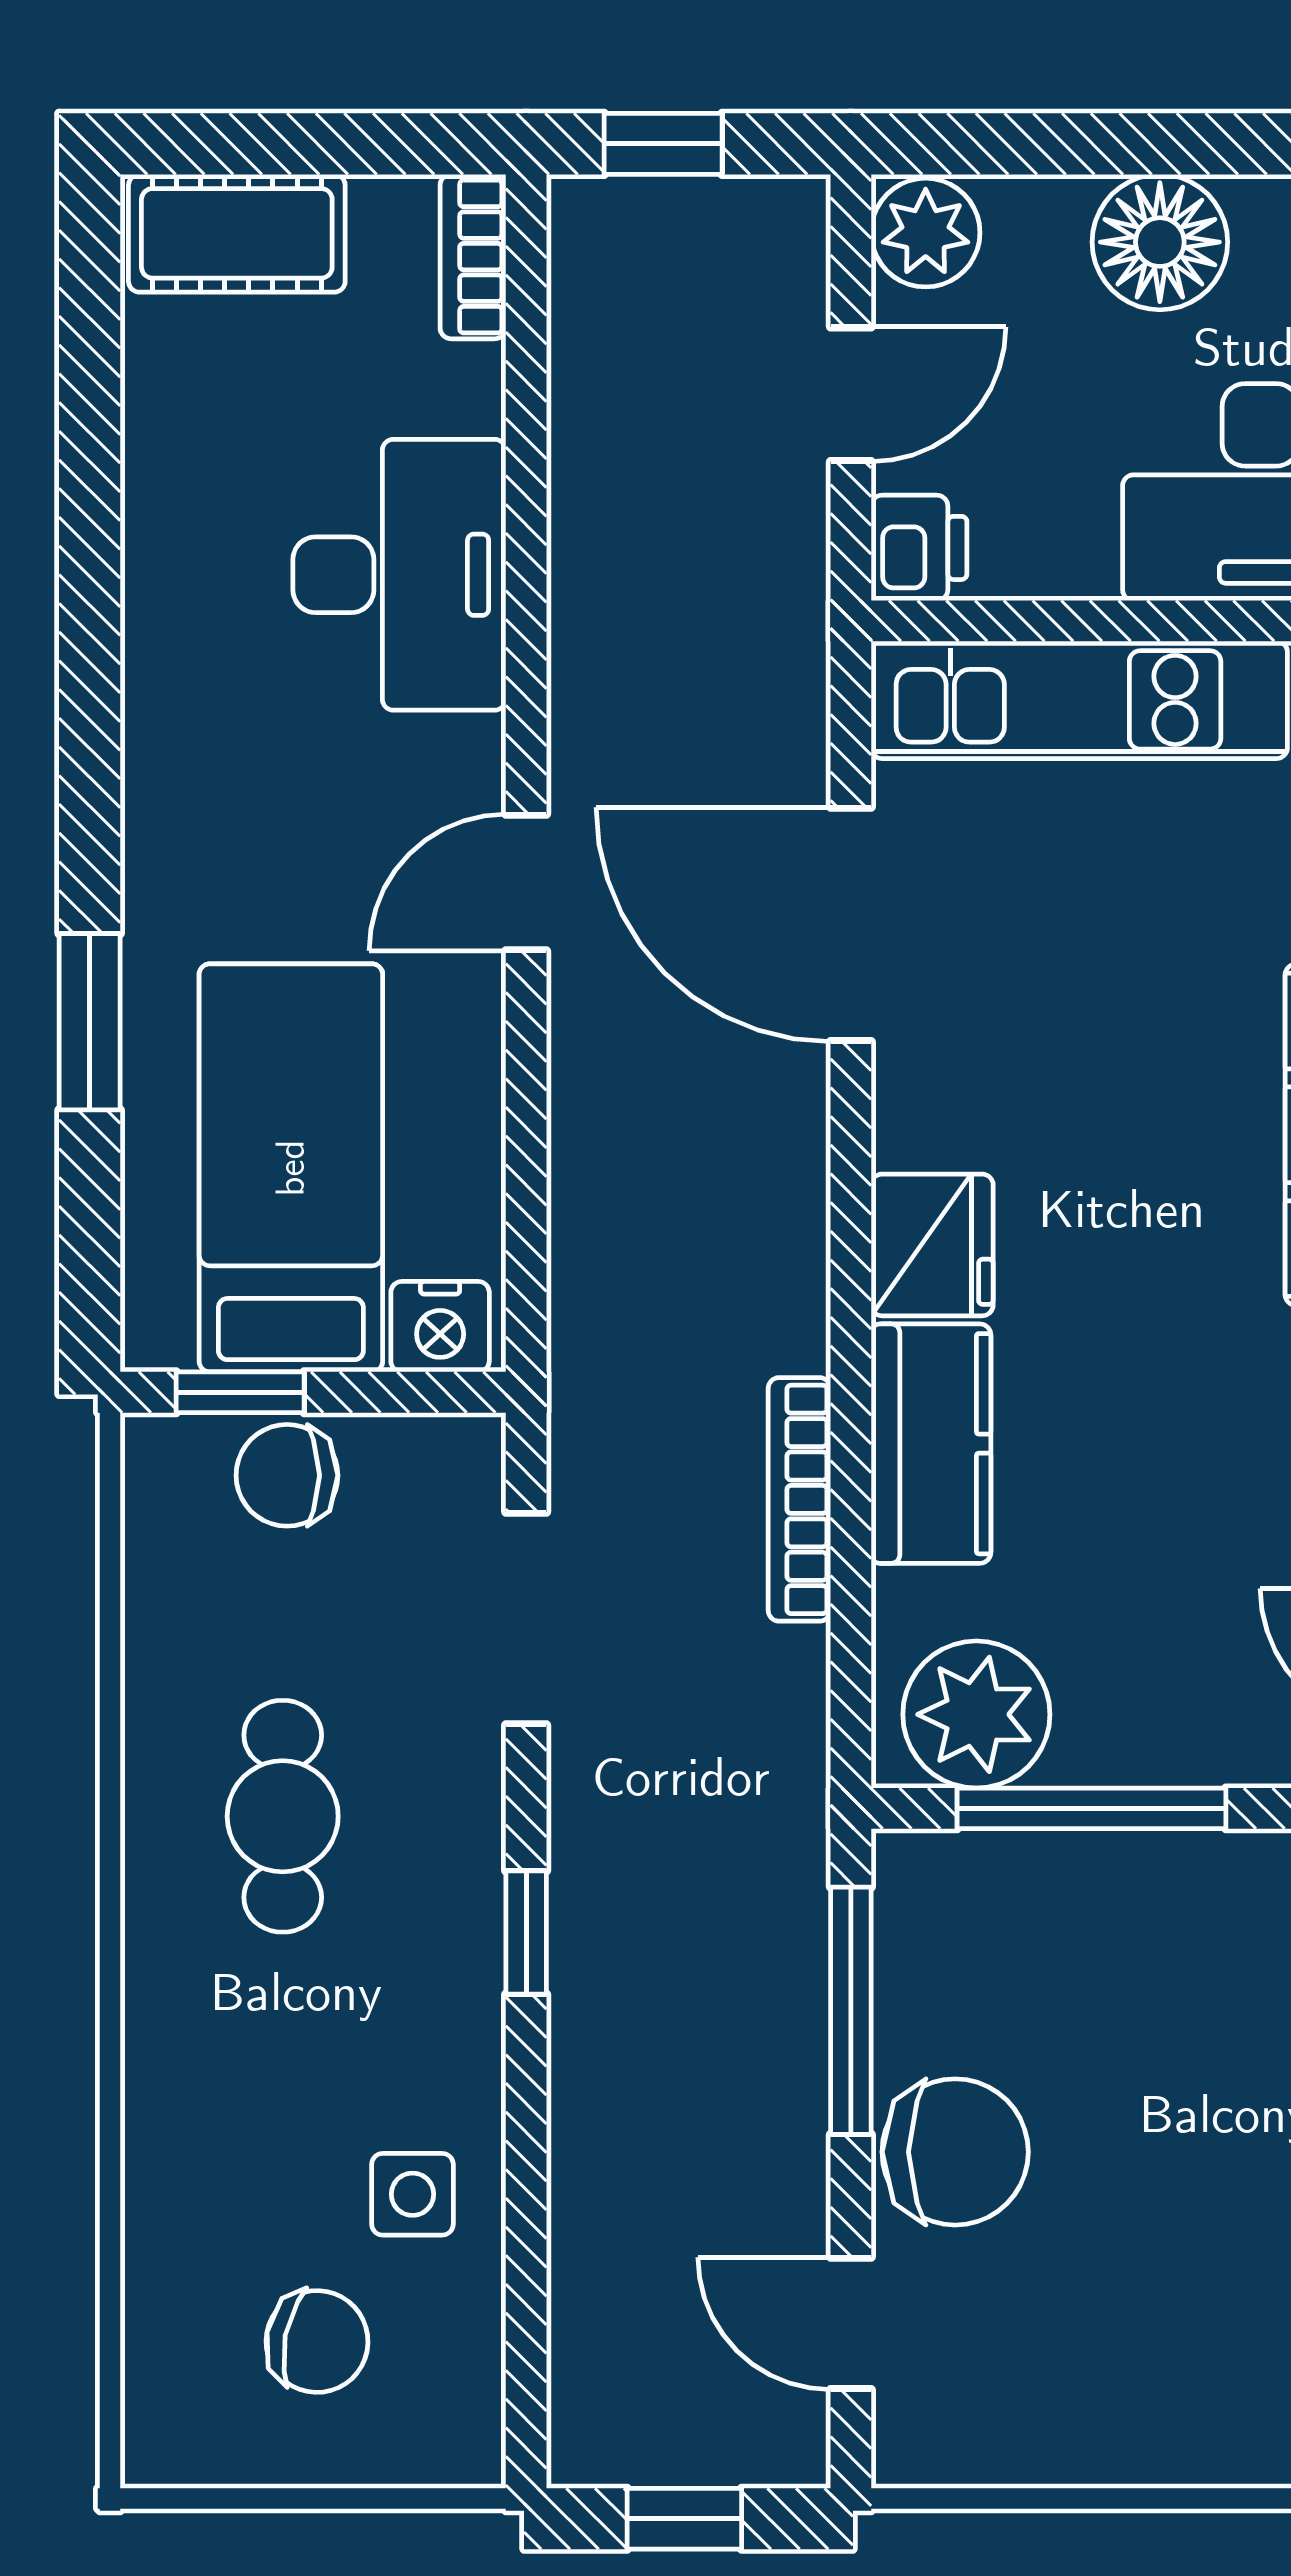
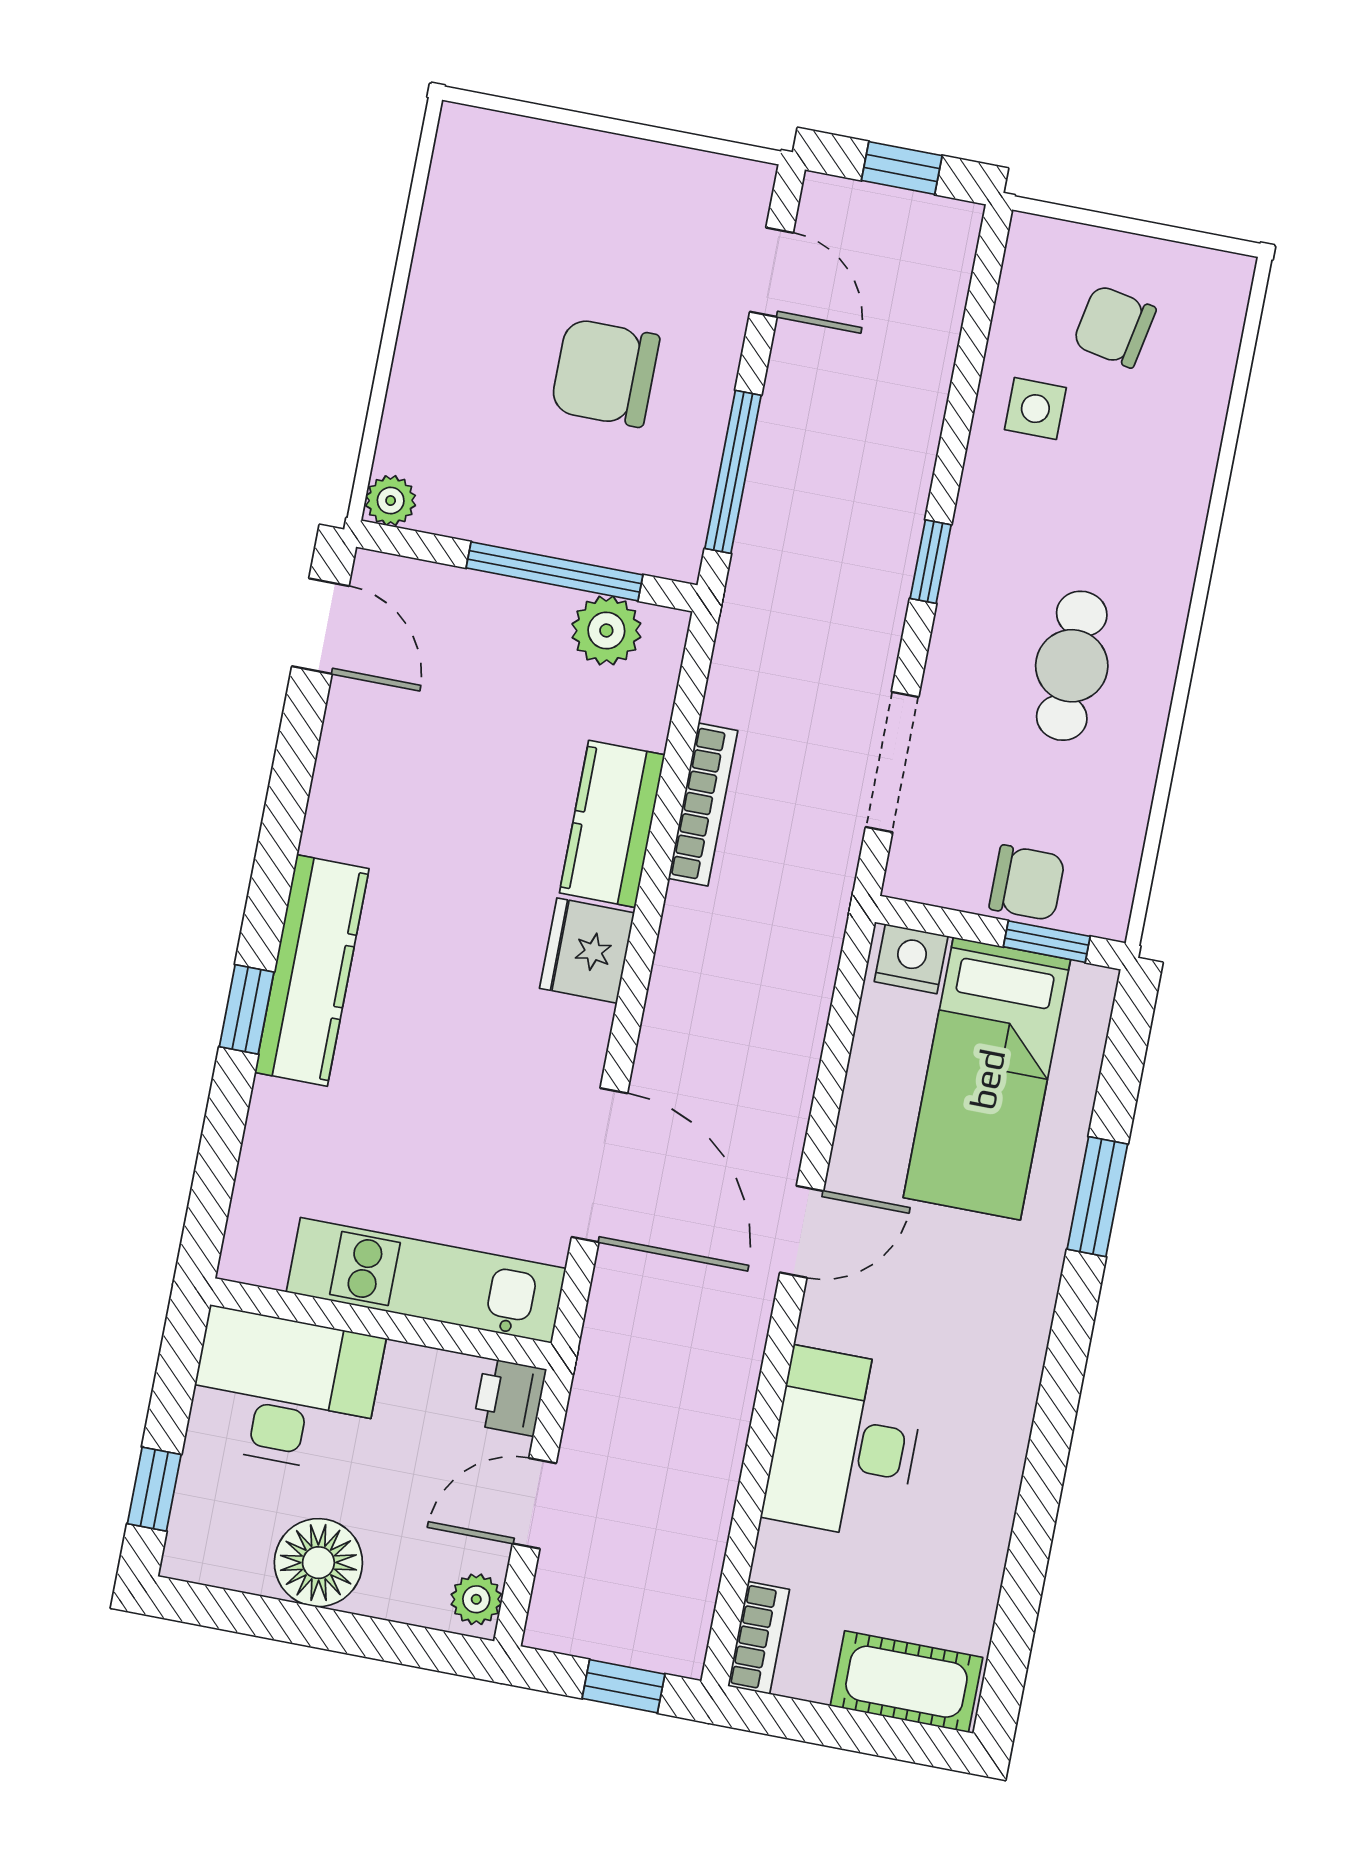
plant: (926, 233) -> (476, 1599), width x0.73, depth x0.73
plant: (976, 1714) -> (606, 631), width x0.73, depth x0.73
chair: (955, 2152) -> (605, 373), moved

